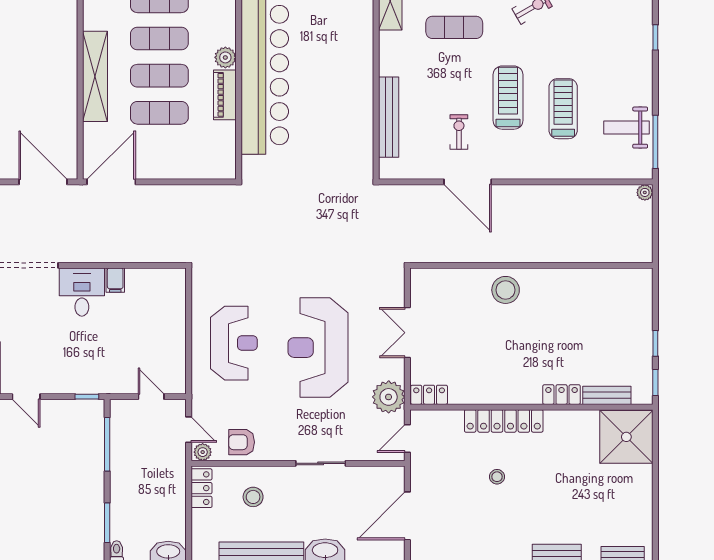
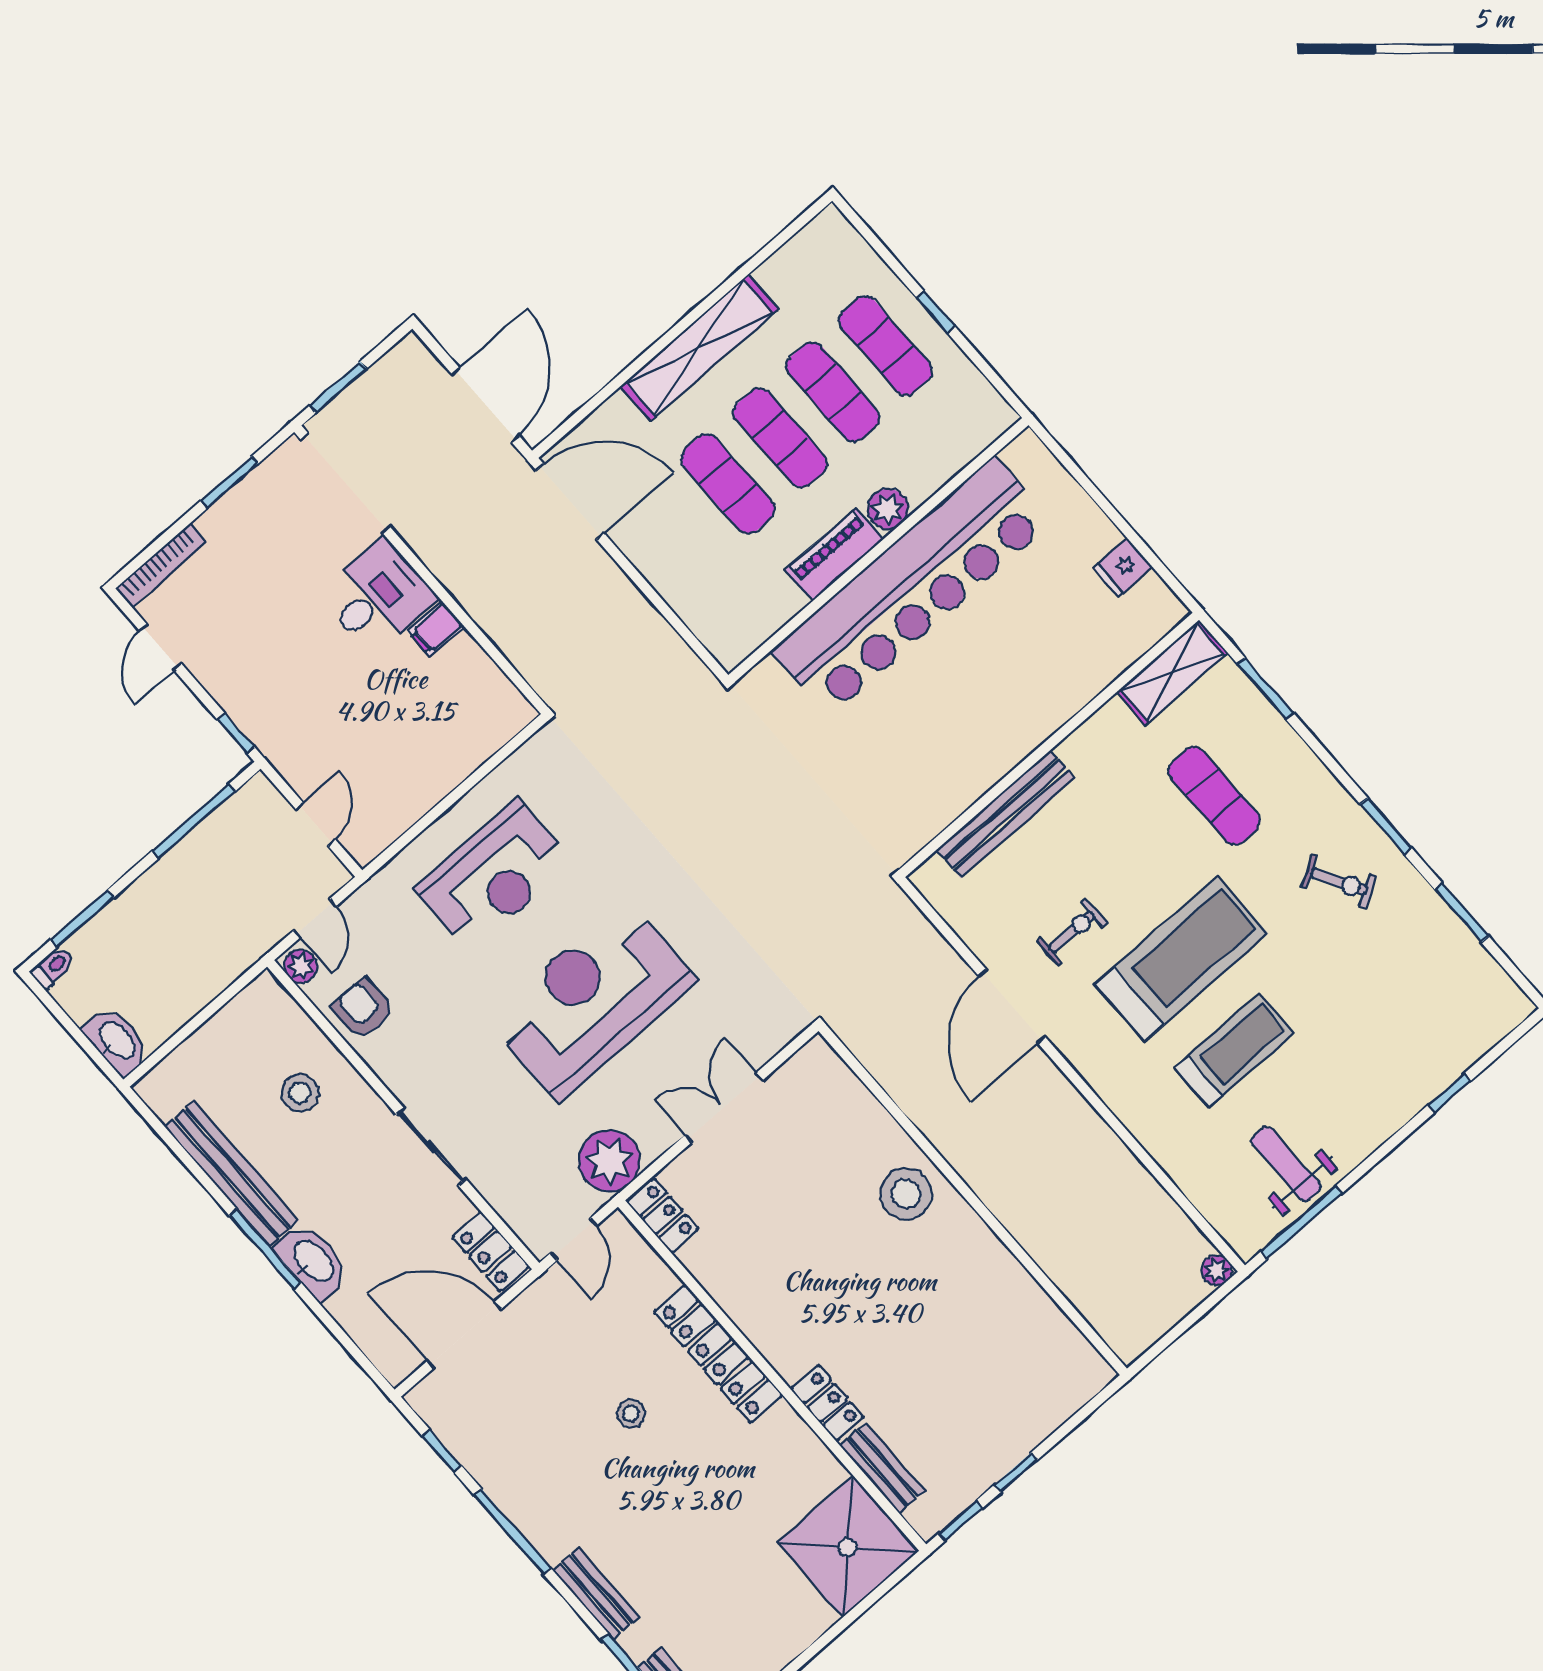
treadmill: (508, 98) -> (1181, 959), width x1.37, depth x1.38
door: (407, 439) -> (574, 1239), swing flipped
locker: (201, 488) -> (490, 1252), moved, turned 90

